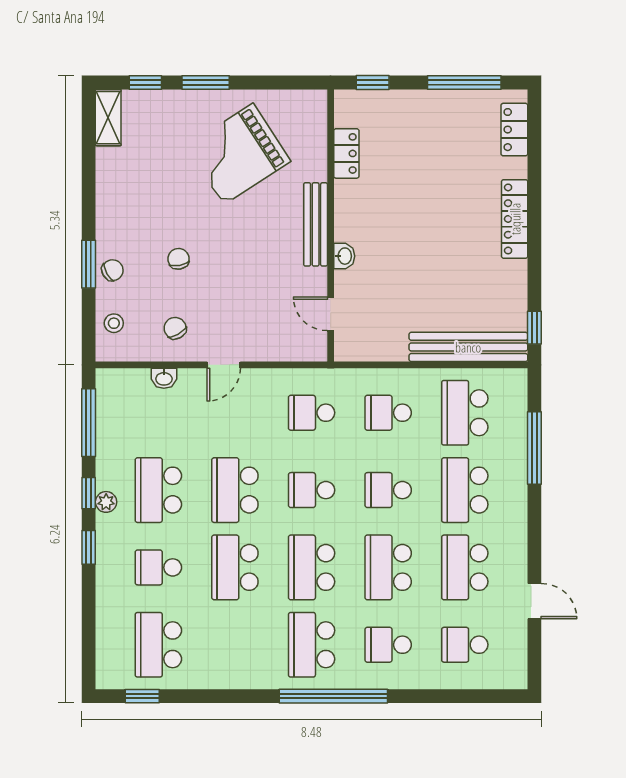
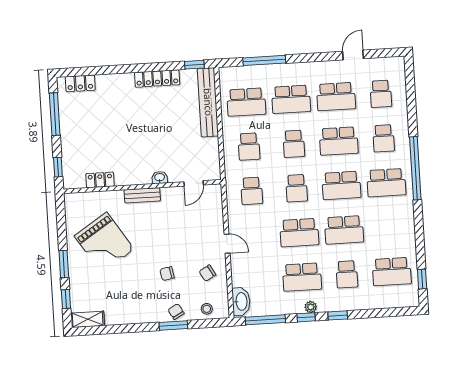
locker: (515, 219) -> (157, 78), moved
bench: (316, 224) -> (142, 195), width x0.73
washbasin: (164, 378) -> (241, 301), moved, width x1.91, depth x1.45

